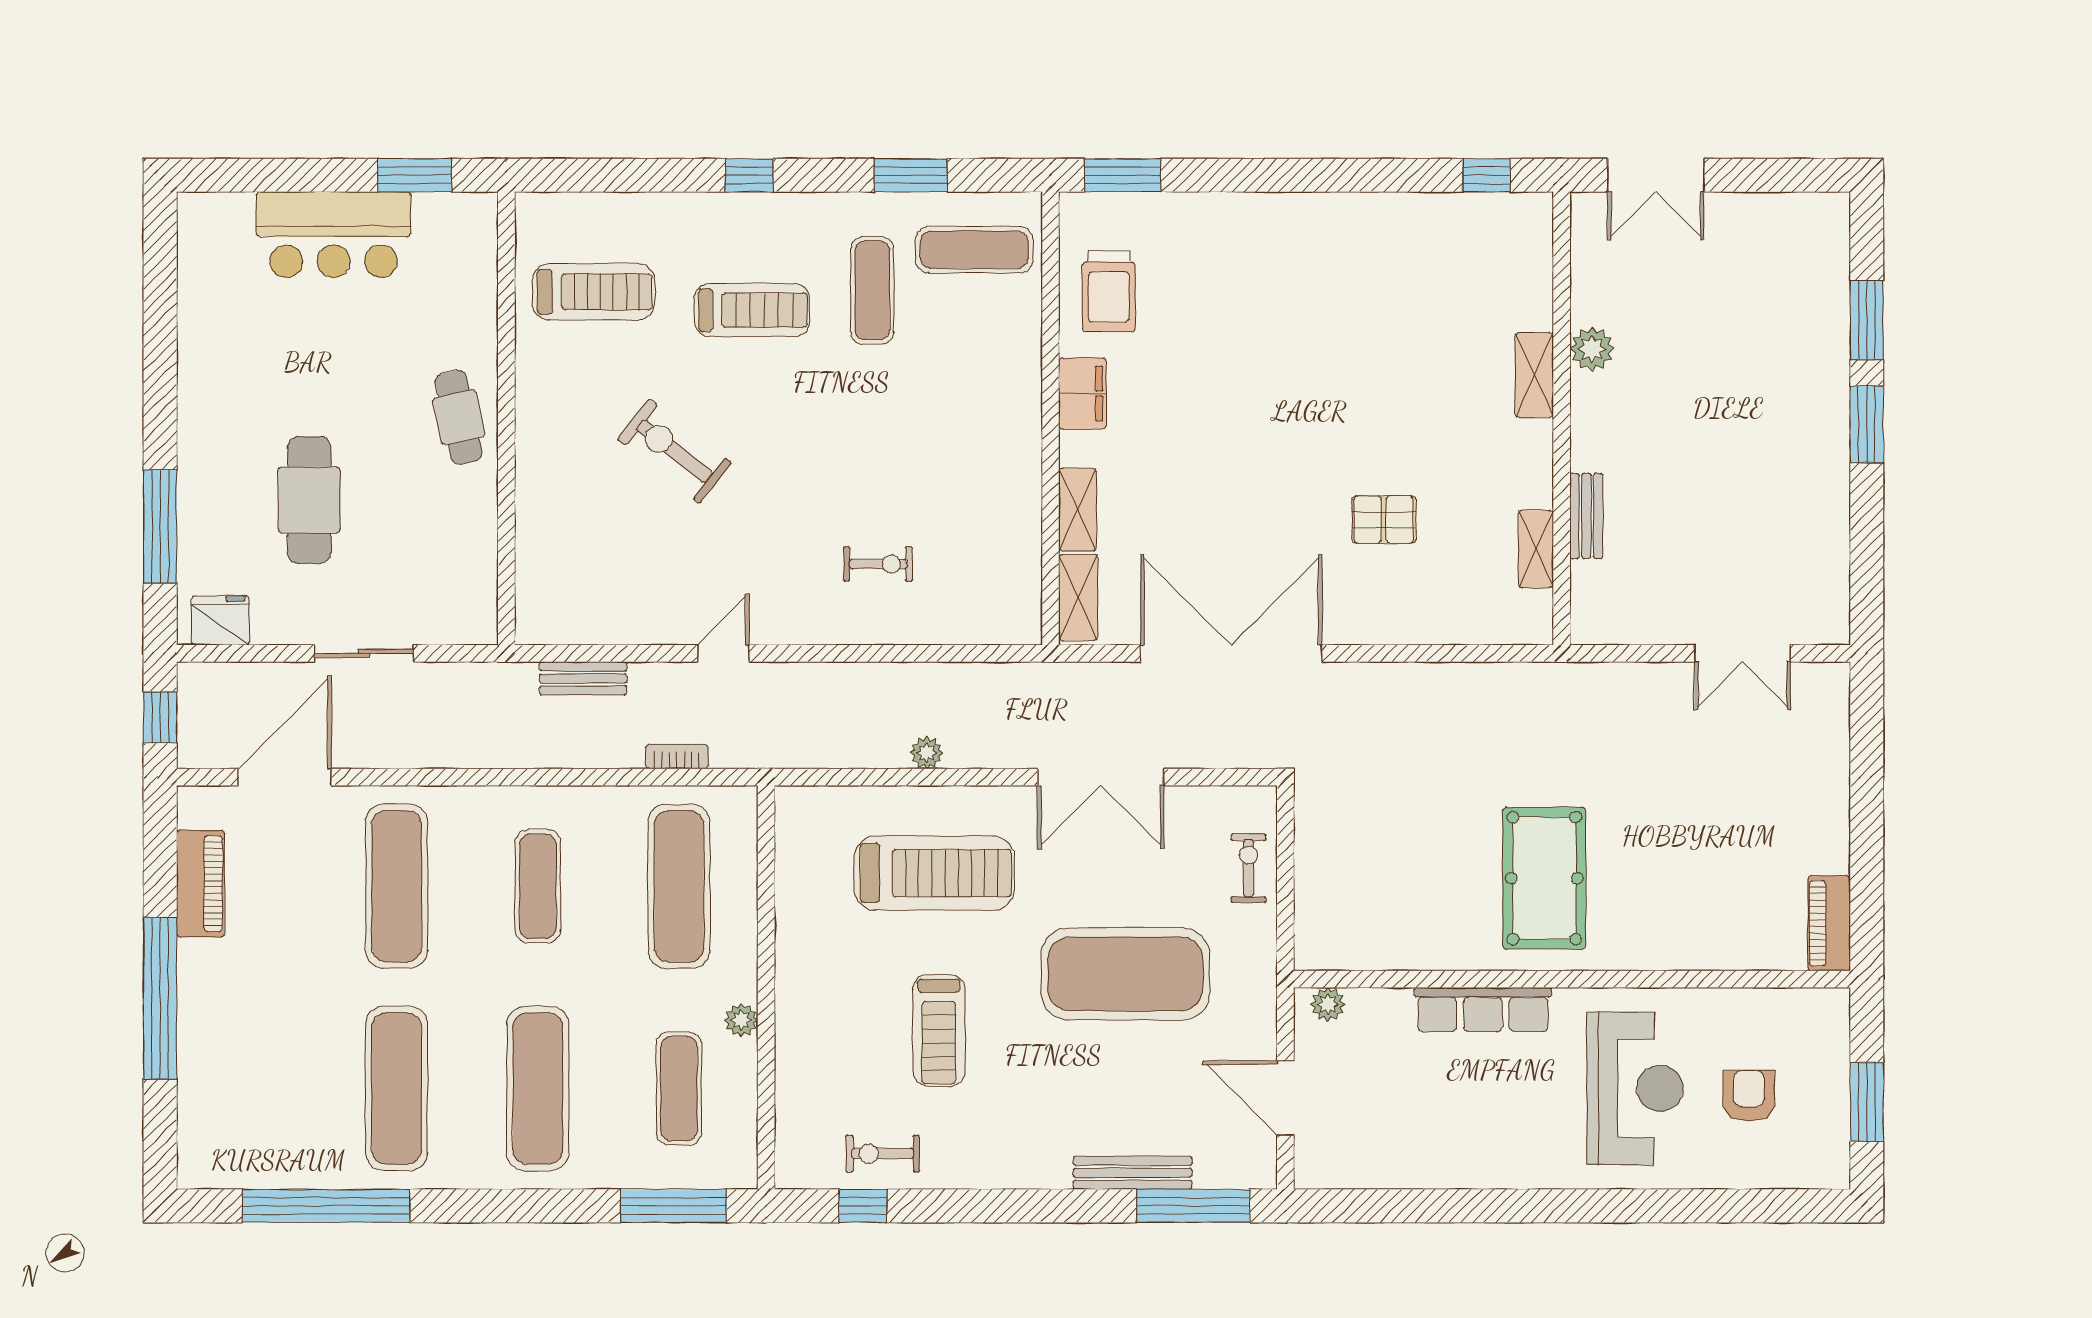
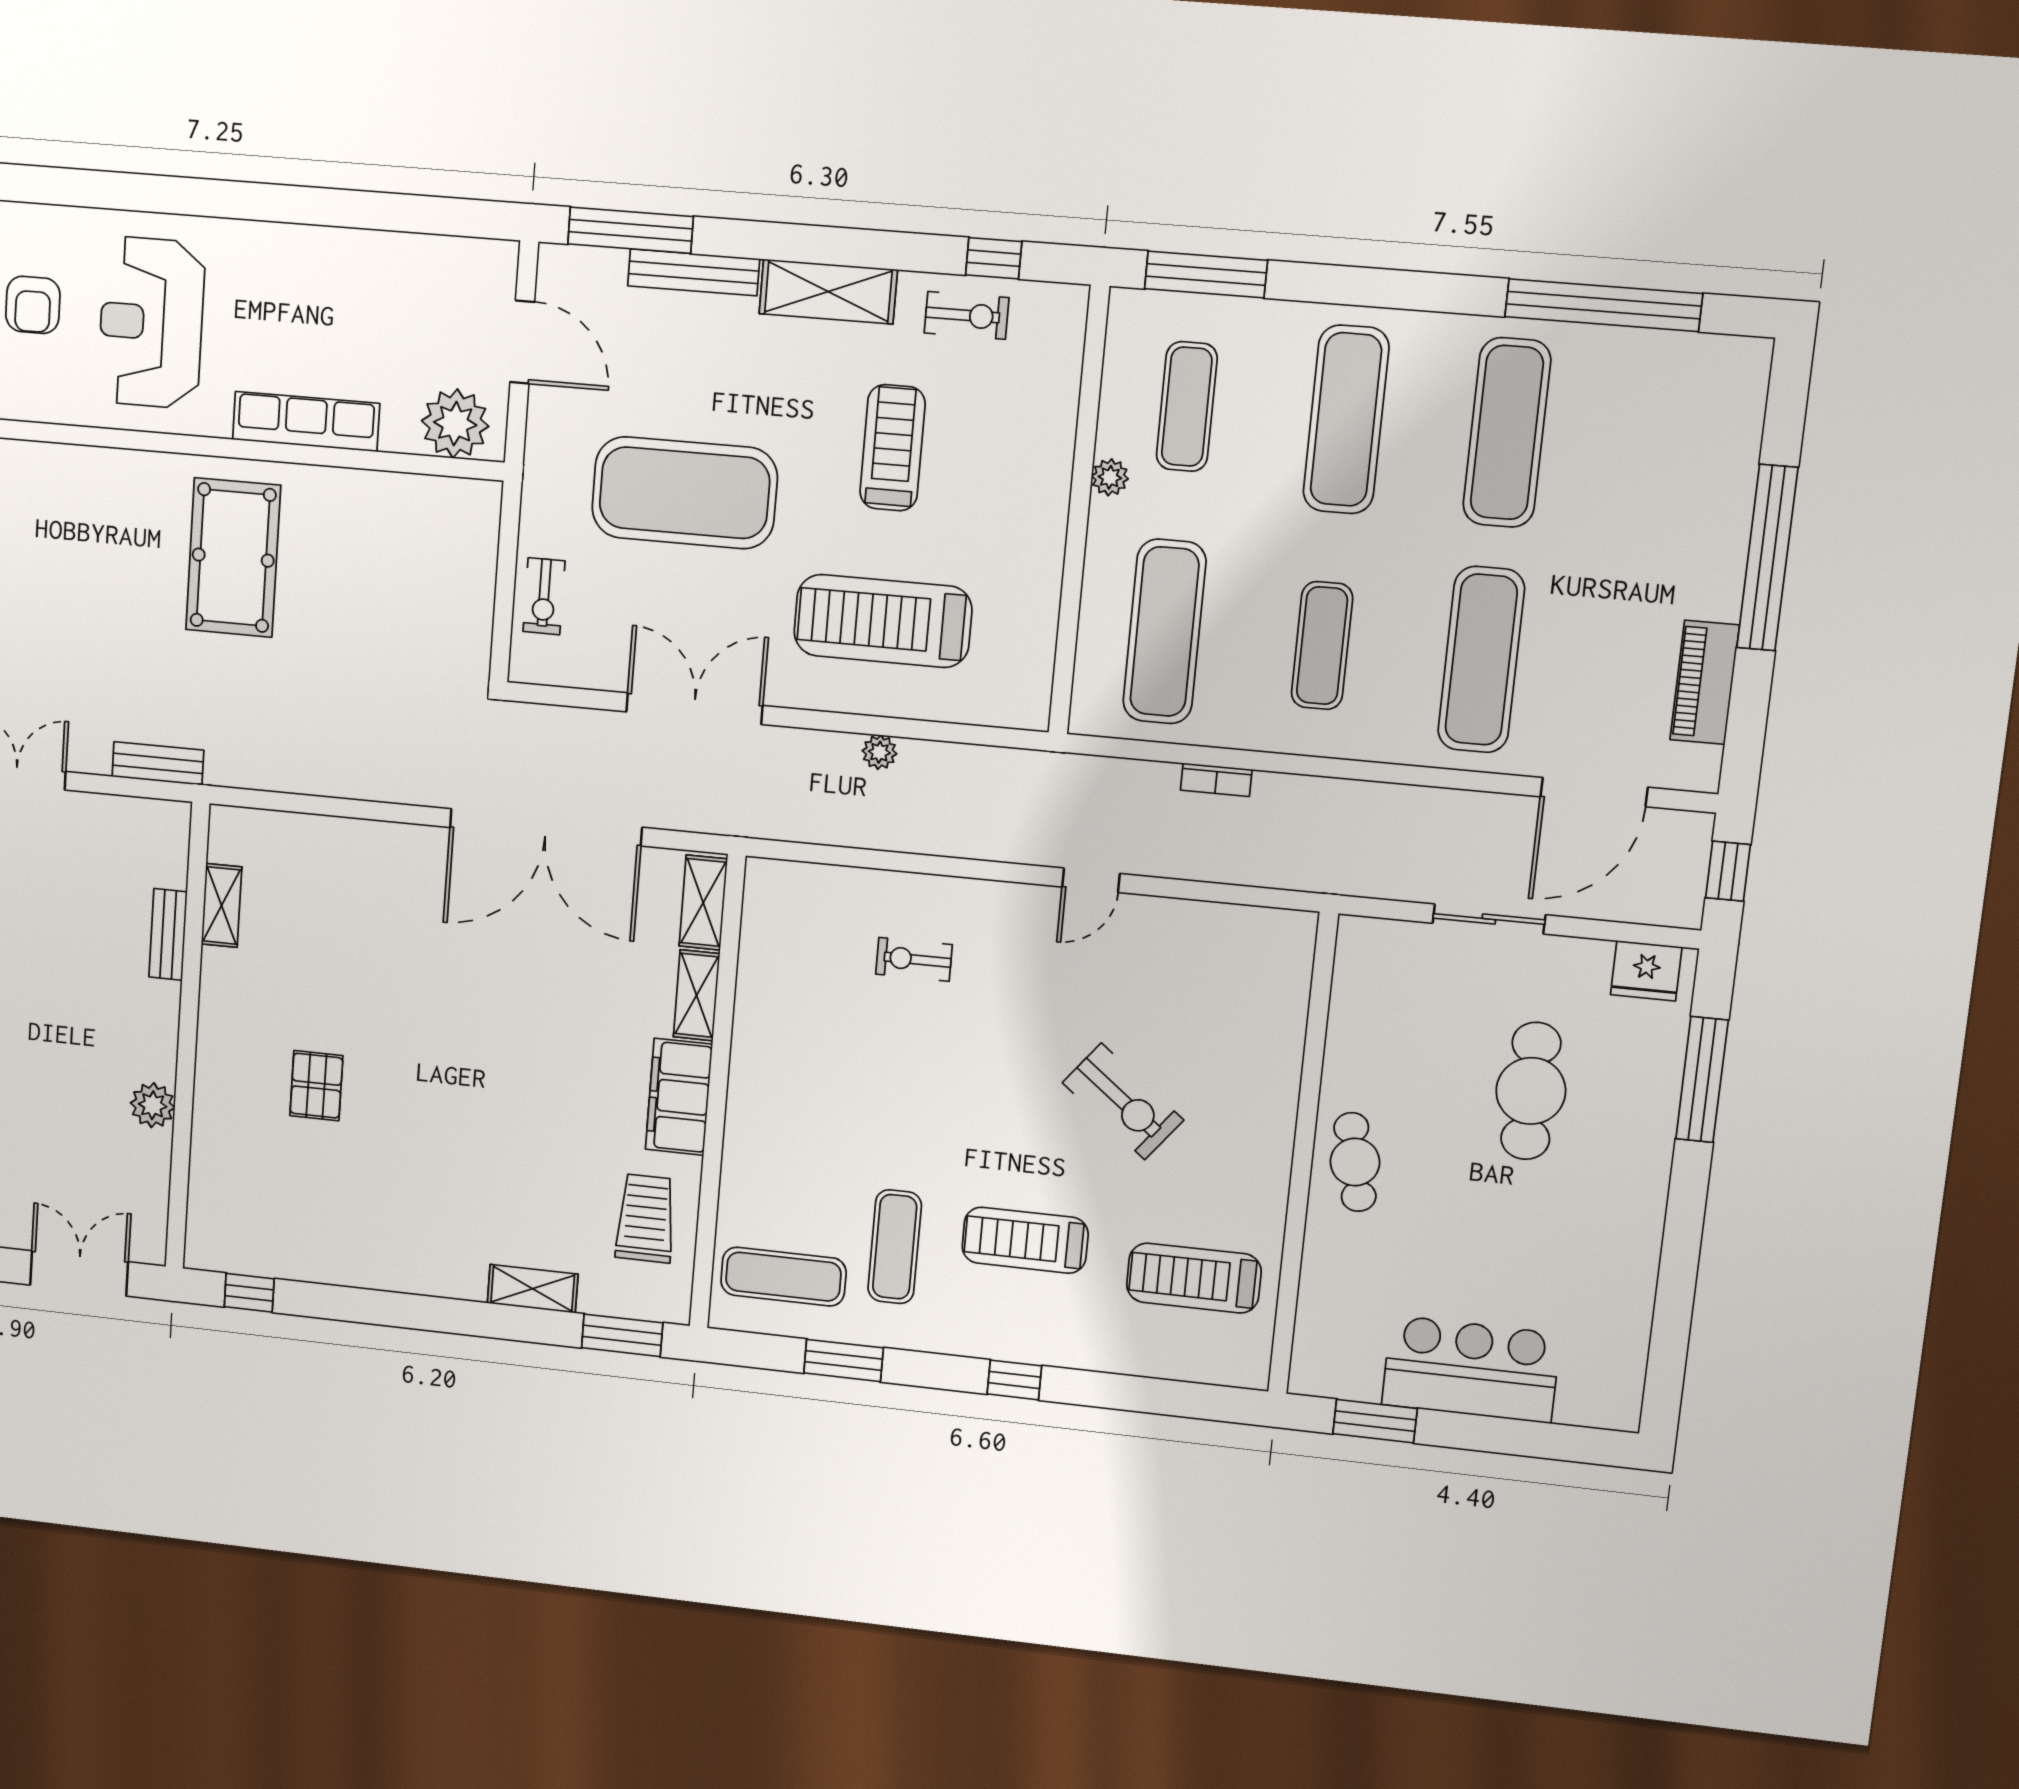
shelving: (1534, 375) -> (533, 1289), moved, turned 90
filing cabinet: (1082, 393) -> (679, 1097), width x1.50, depth x1.17
pallet: (1384, 520) -> (316, 1086), moved, turned 90
bench: (583, 678) -> (158, 763), moved
bookcase: (677, 756) -> (1216, 780), moved
plant: (1328, 1004) -> (455, 424), width x1.88, depth x1.88
shelving: (1009, 1165) -> (828, 292), added

